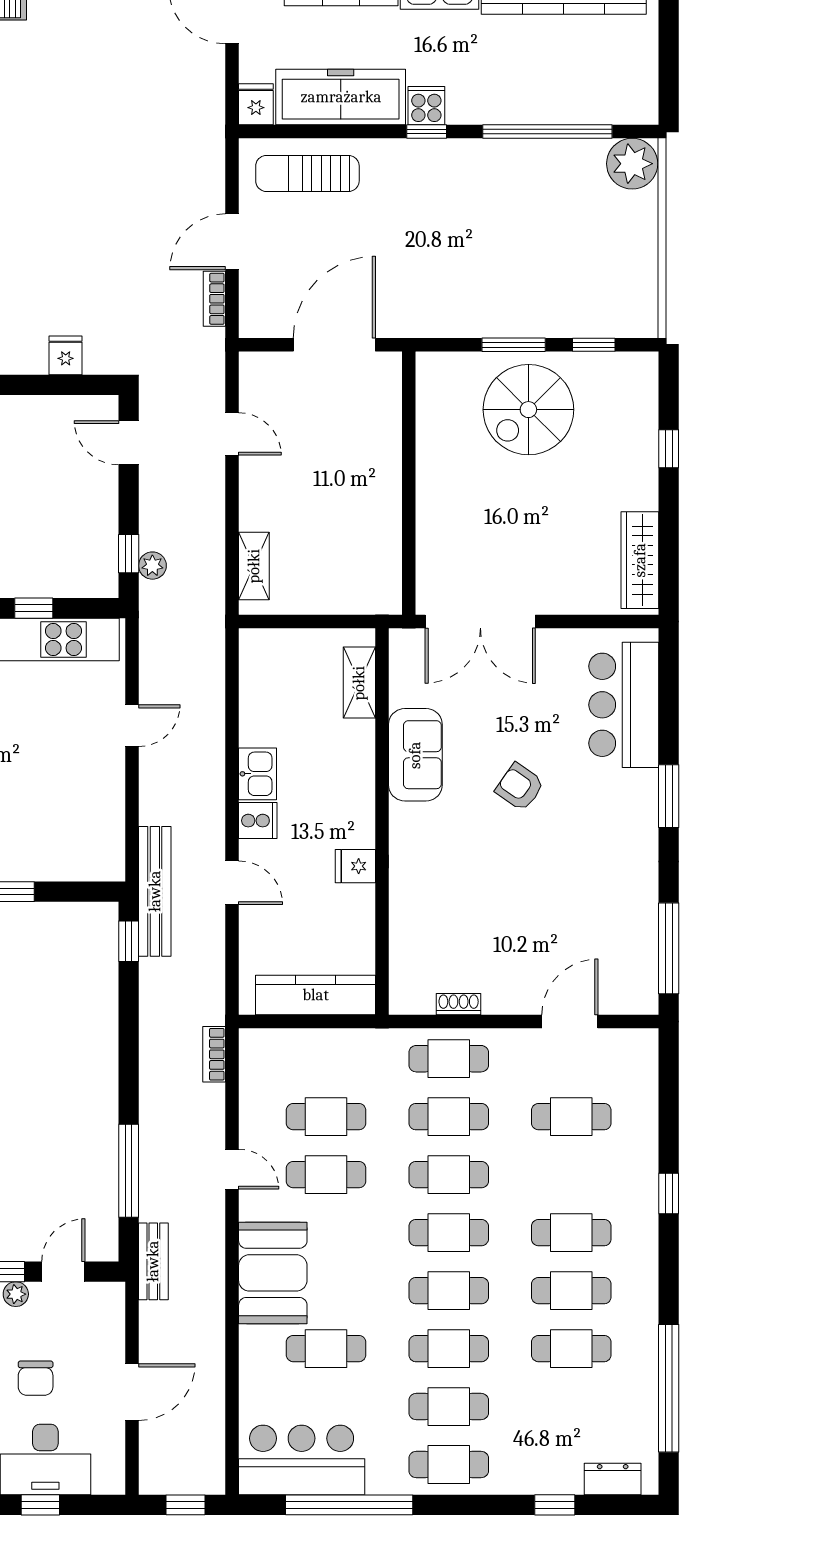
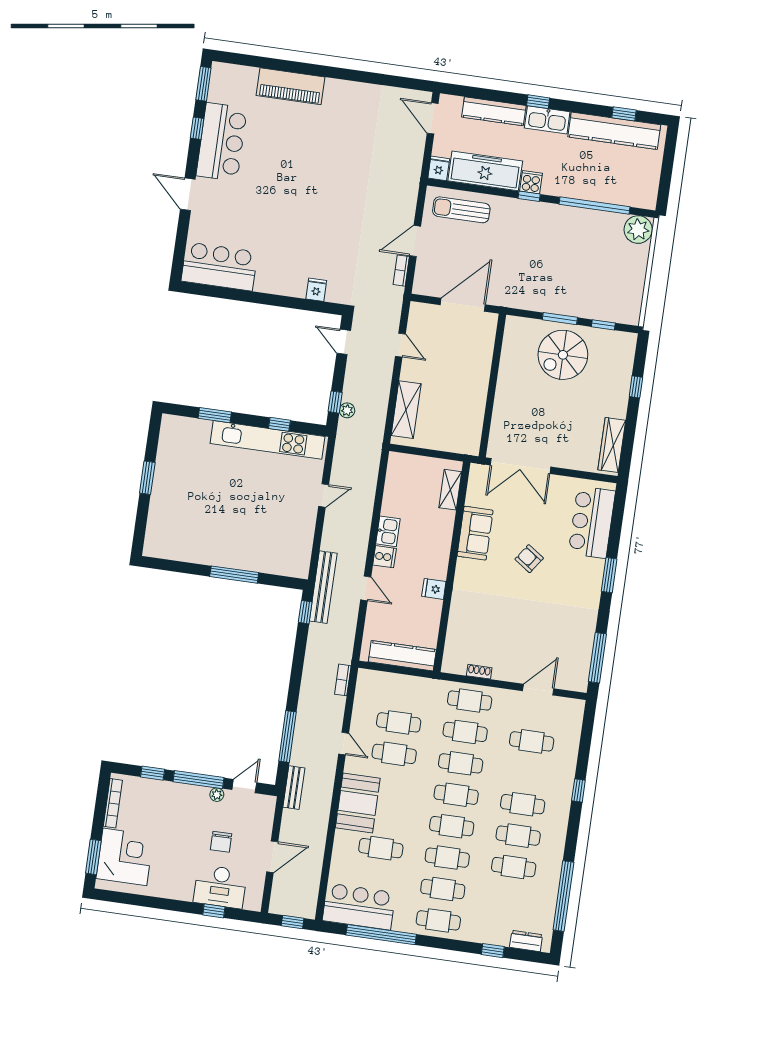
shelving: (254, 566) -> (406, 410), width x1.50, depth x1.33

